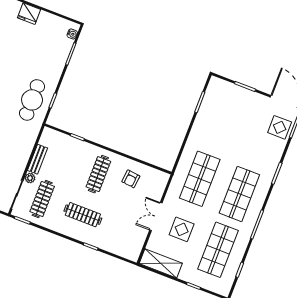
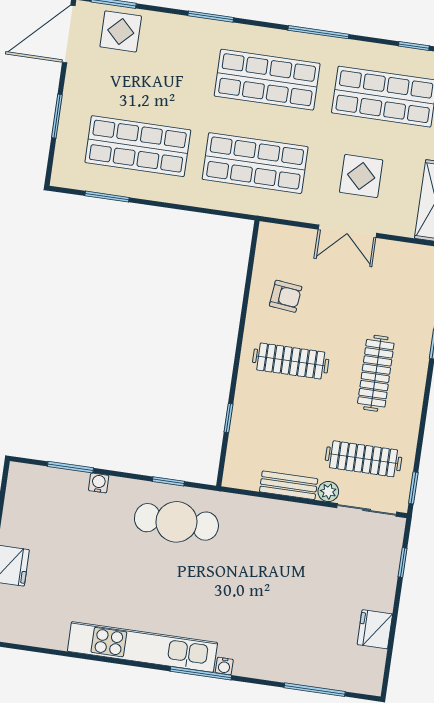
water cooler: (72, 34) -> (99, 483), moved
shop shelf: (221, 123) -> (138, 146), added

